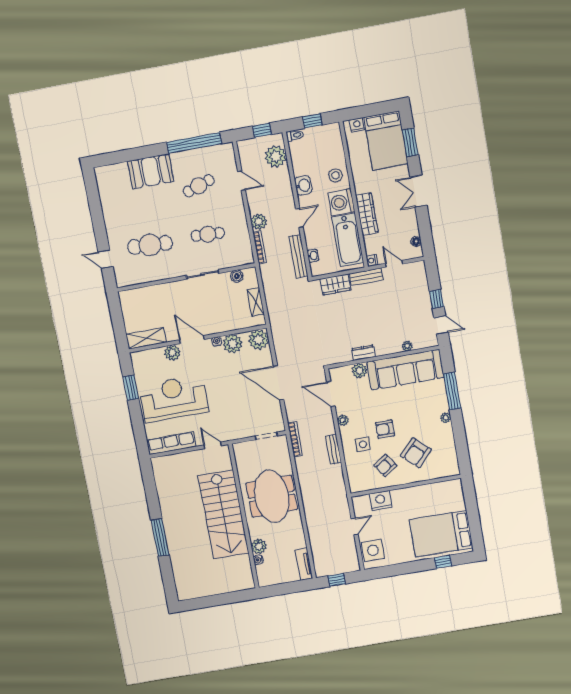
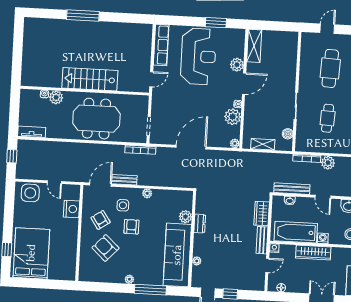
washing machine: (341, 202) -> (323, 238), width x0.53, depth x0.53
plant: (259, 340) -> (235, 143), width x0.53, depth x0.53
door: (331, 394) -> (100, 185), moved
stairs: (223, 515) -> (90, 79), width x0.73, depth x0.66

